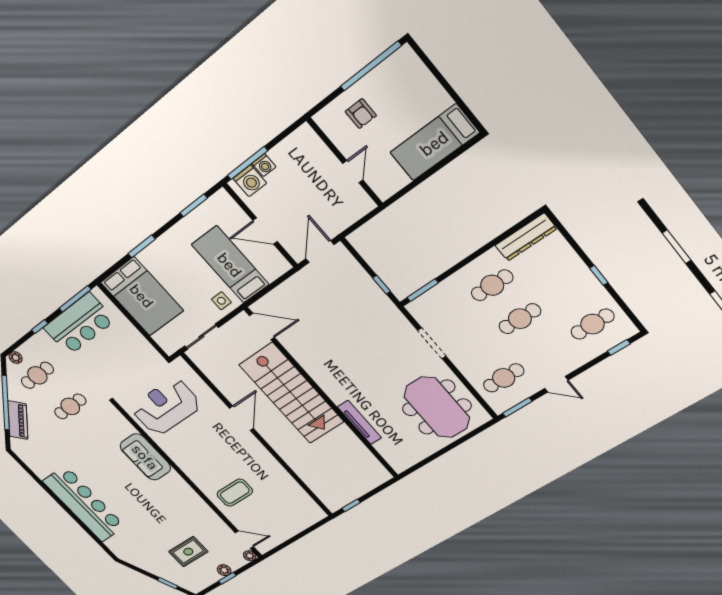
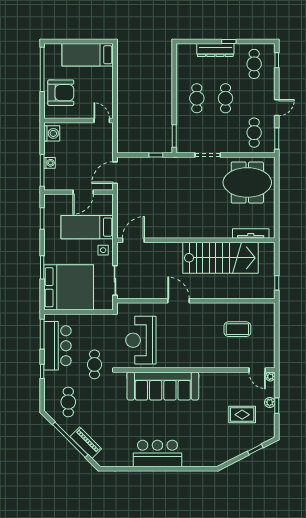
armchair: (361, 114) -> (61, 93), width x1.88, depth x1.88
bed: (434, 143) -> (88, 55), moved, turned 90
door: (353, 172) -> (102, 120), moved
washing machine: (250, 181) -> (52, 133), moved
dresser: (526, 237) -> (215, 50), moved, turned 90
door: (320, 252) -> (115, 173), hinge flipped
bed: (142, 296) -> (69, 287), width x1.36
plant: (16, 358) -> (49, 405), removed
stairs: (291, 393) -> (221, 258), moved
cafe table: (70, 406) -> (94, 364), moved
tv unit: (360, 422) -> (251, 234), moved
sofa: (145, 457) -> (163, 386), width x1.85, depth x1.27
coffee table: (235, 493) -> (237, 329), moved, turned 90
bar counter: (84, 504) -> (157, 454), width x0.73
door: (244, 540) -> (257, 370), swing flipped
rug: (188, 552) -> (242, 415), turned 90

